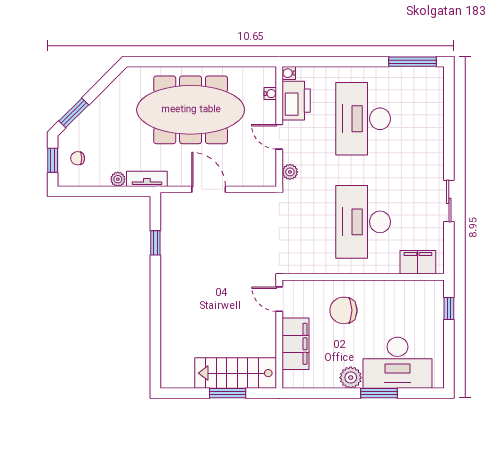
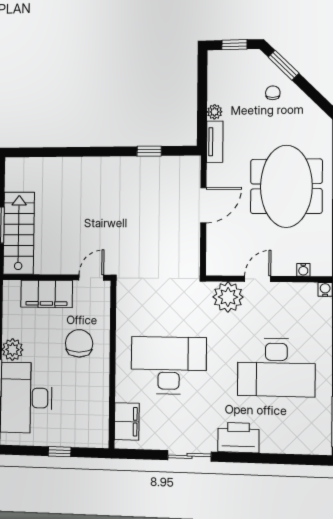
printer: (296, 101) -> (238, 438), moved, turned 180
meeting table: (191, 110) -> (286, 186), width x0.73
desk: (363, 119) -> (276, 367), turned 180
chair: (78, 158) -> (273, 93), moved
plant: (290, 172) -> (228, 297), width x1.88, depth x1.88
window: (449, 308) -> (60, 452), moved

